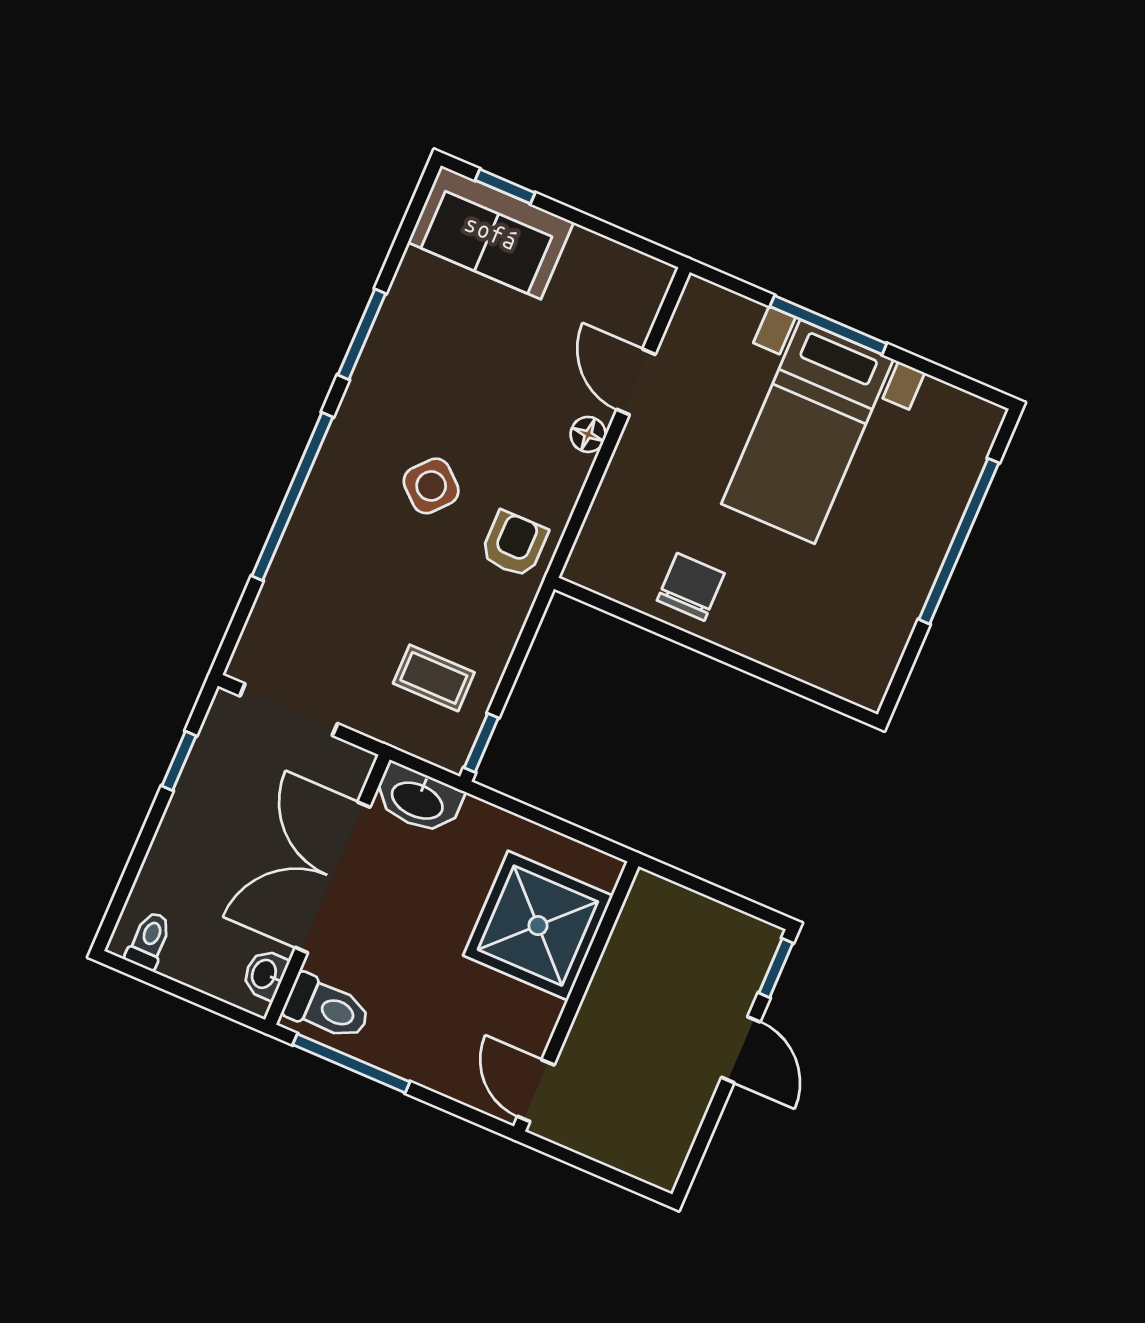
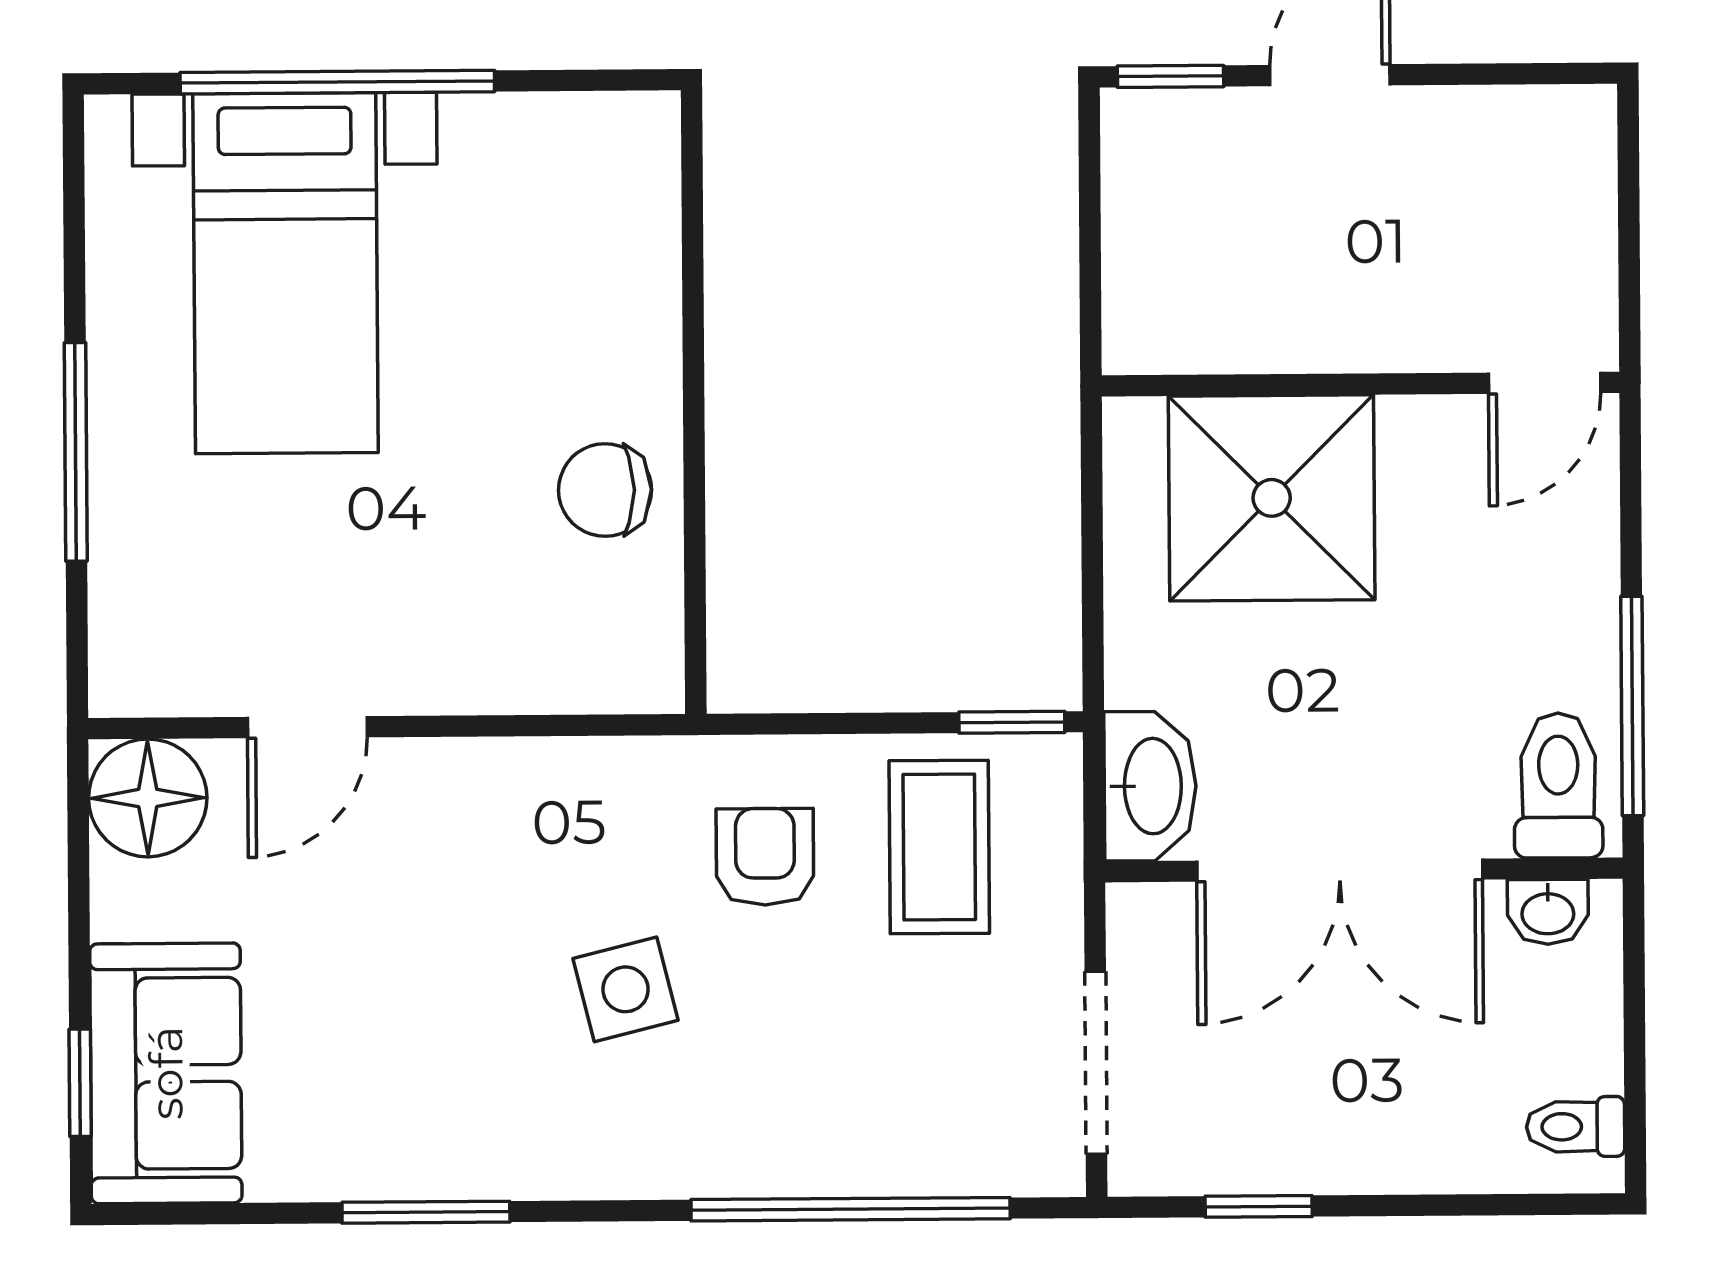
bed with nightstands: (807, 432) -> (286, 273), moved, turned 90
floor lamp: (588, 434) -> (148, 798), moved, width x1.89, depth x1.89
side table: (431, 486) -> (626, 989), turned 34
window: (292, 497) -> (851, 1209), moved
armchair: (514, 544) -> (765, 857), moved, turned 90
coffee table: (434, 678) -> (939, 847), width x1.36, depth x1.30

